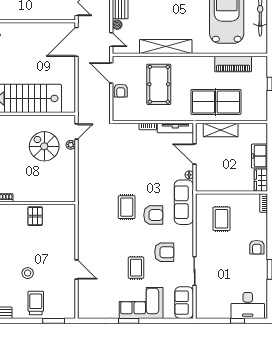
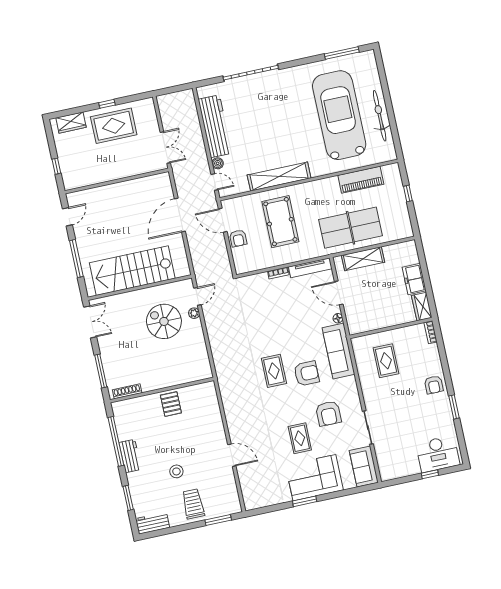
door: (76, 42) -> (180, 215), moved
armchair: (164, 252) -> (328, 413), turned 90

